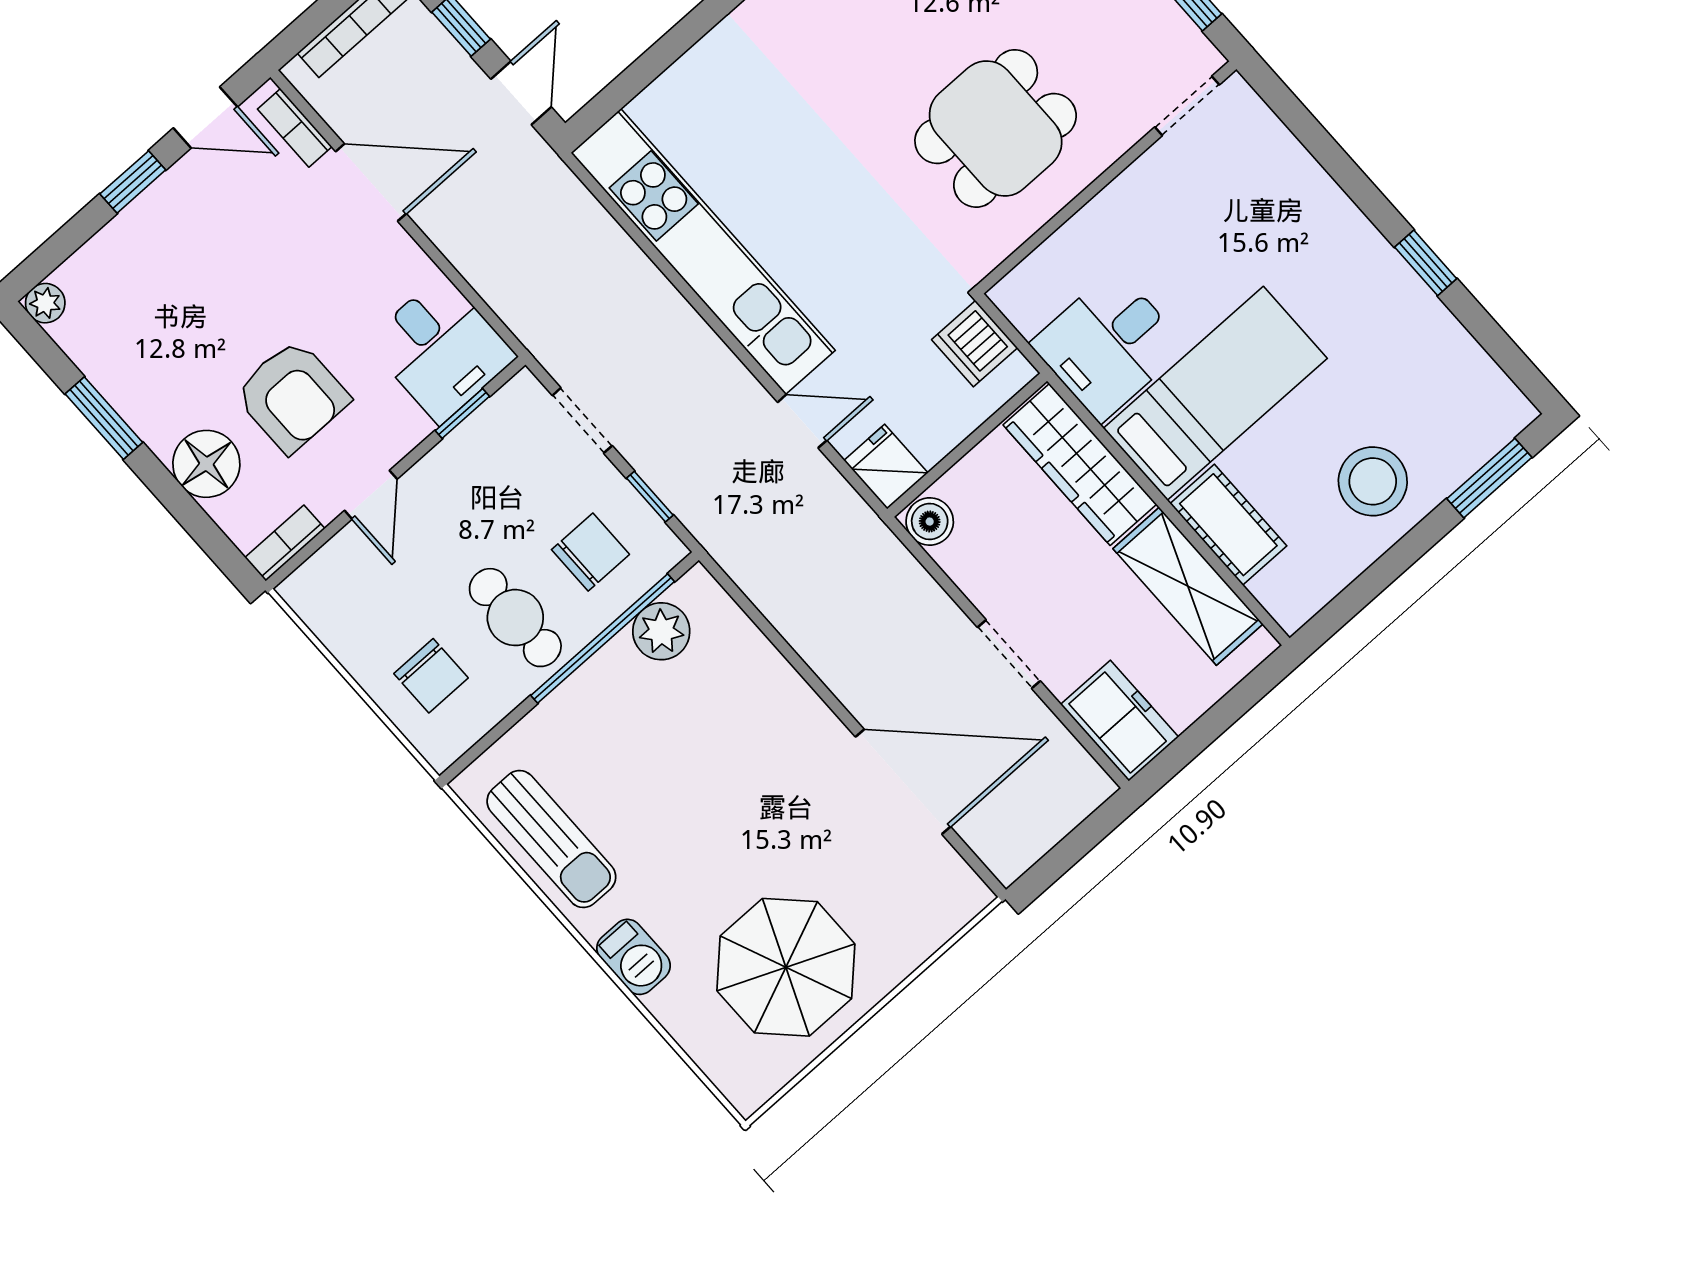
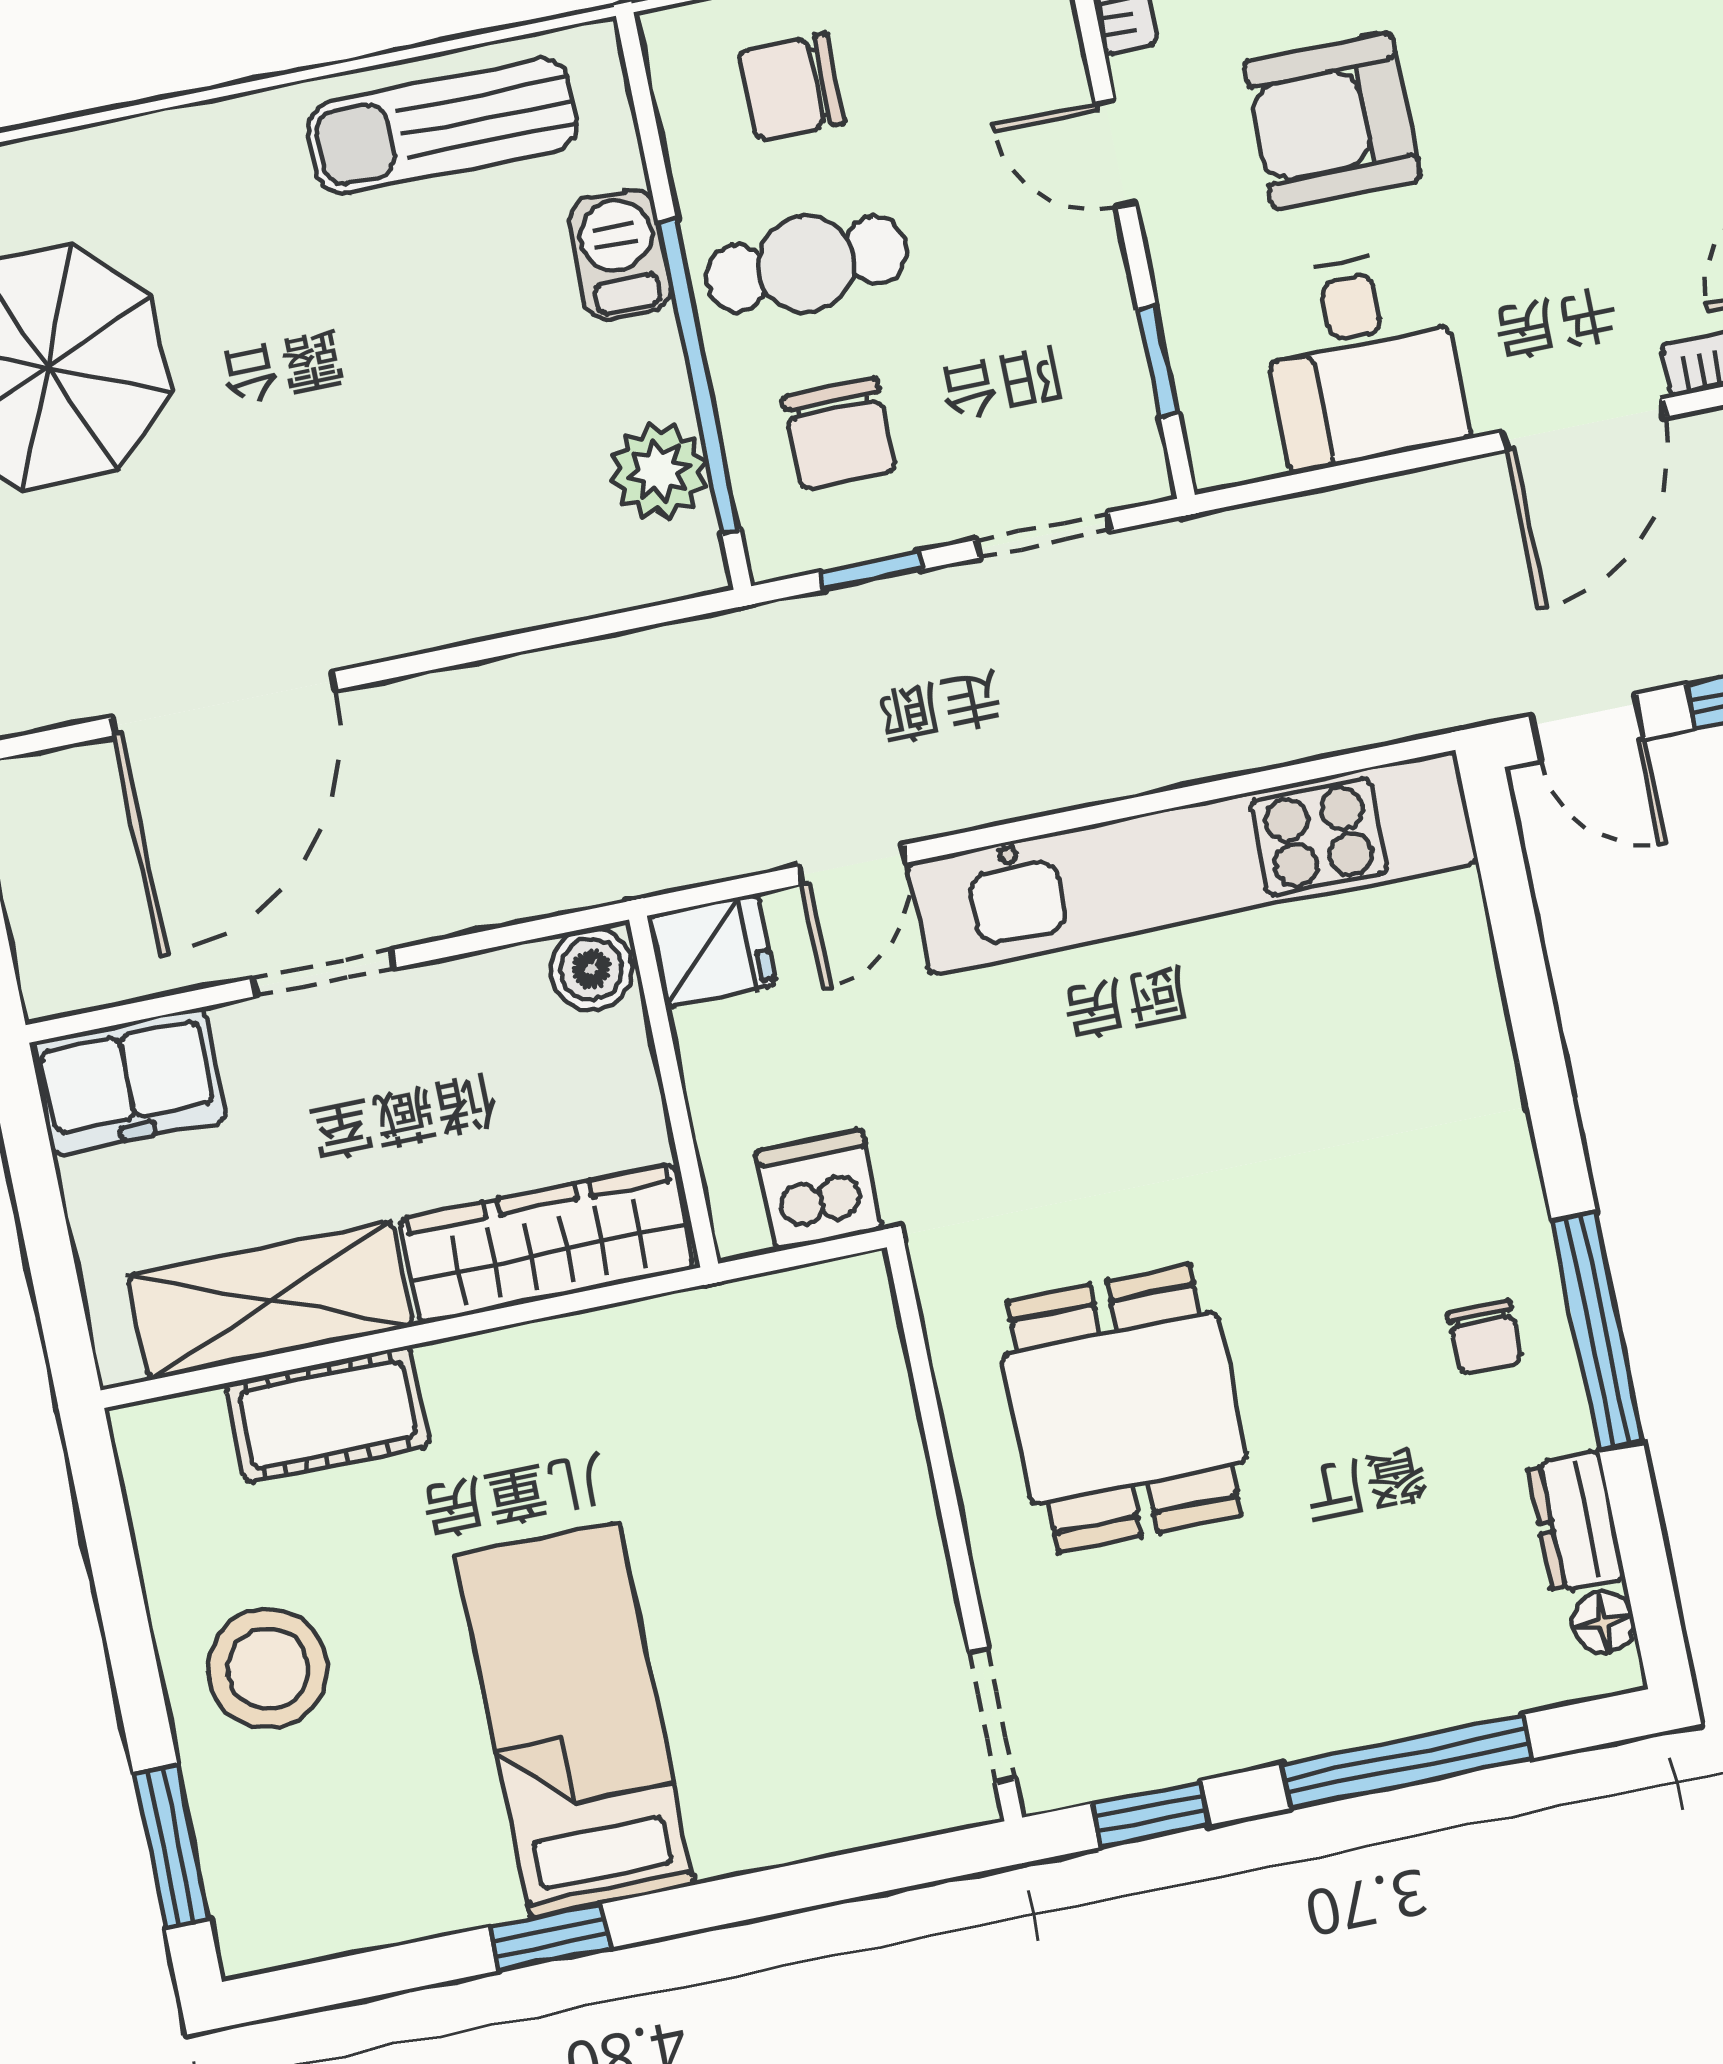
desk: (1108, 345) -> (701, 1390), removed
desk: (441, 349) -> (1362, 360), moved, turned -90
bed: (1215, 393) -> (575, 1720), moved, turned 180
barbecue: (634, 957) -> (620, 255), moved, turned 90

